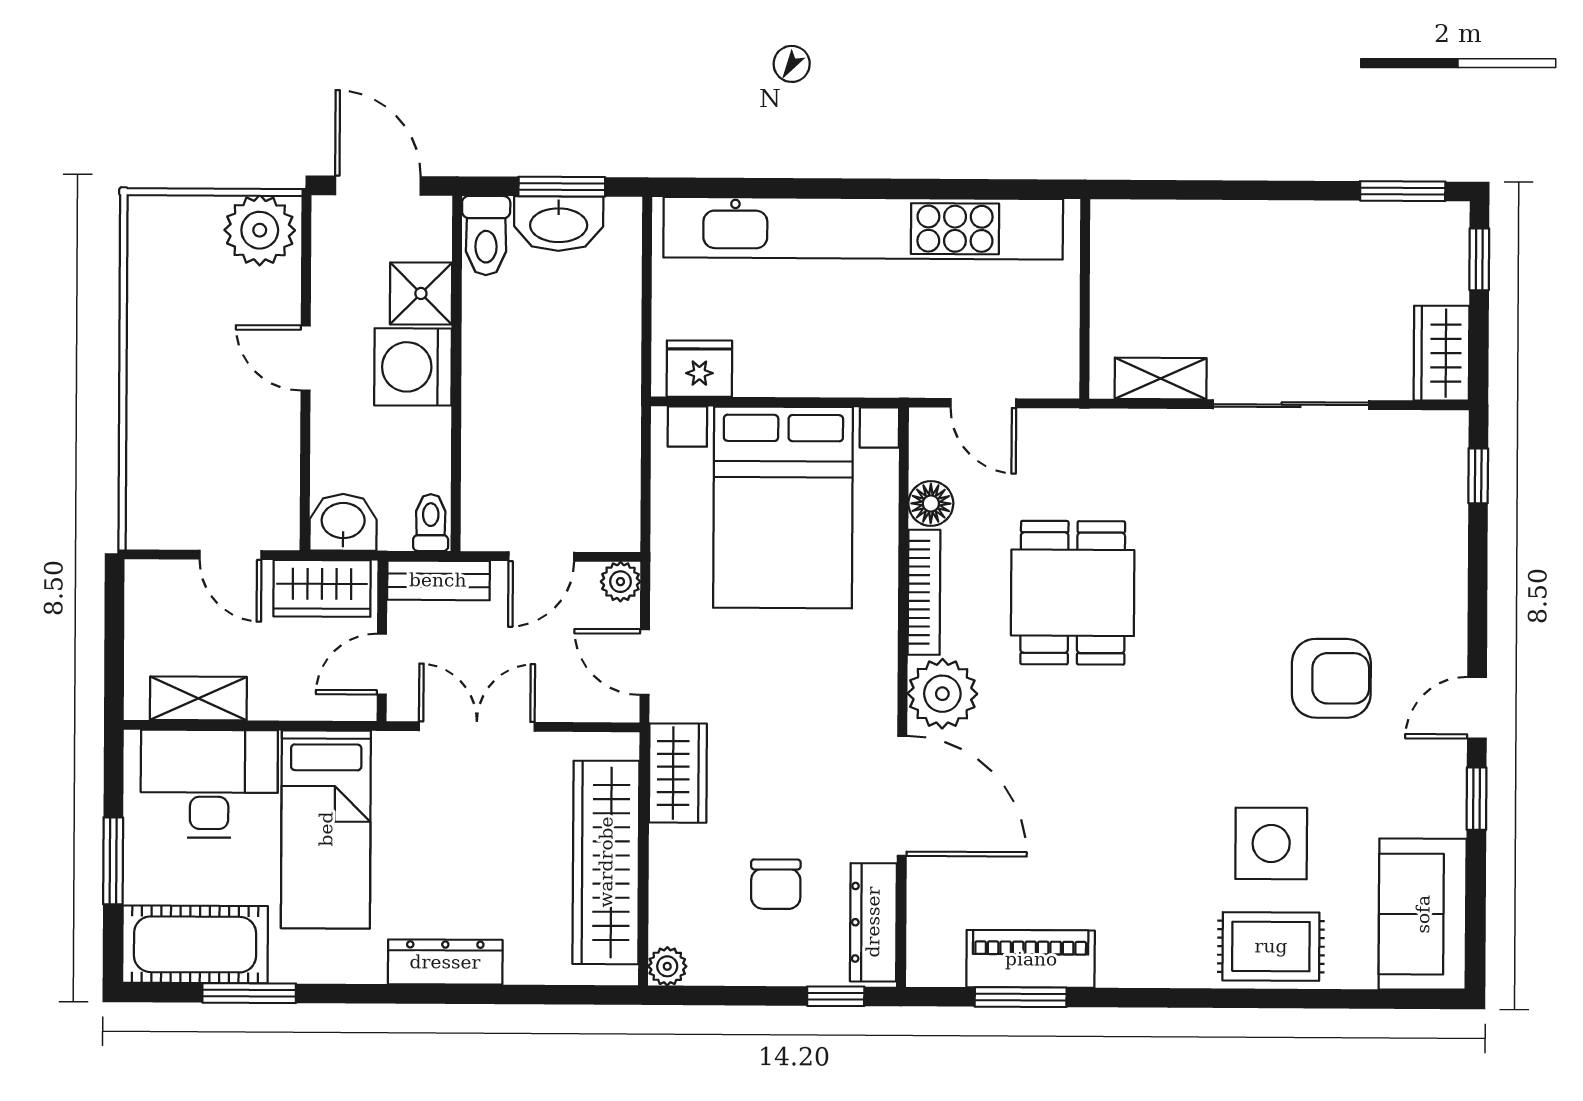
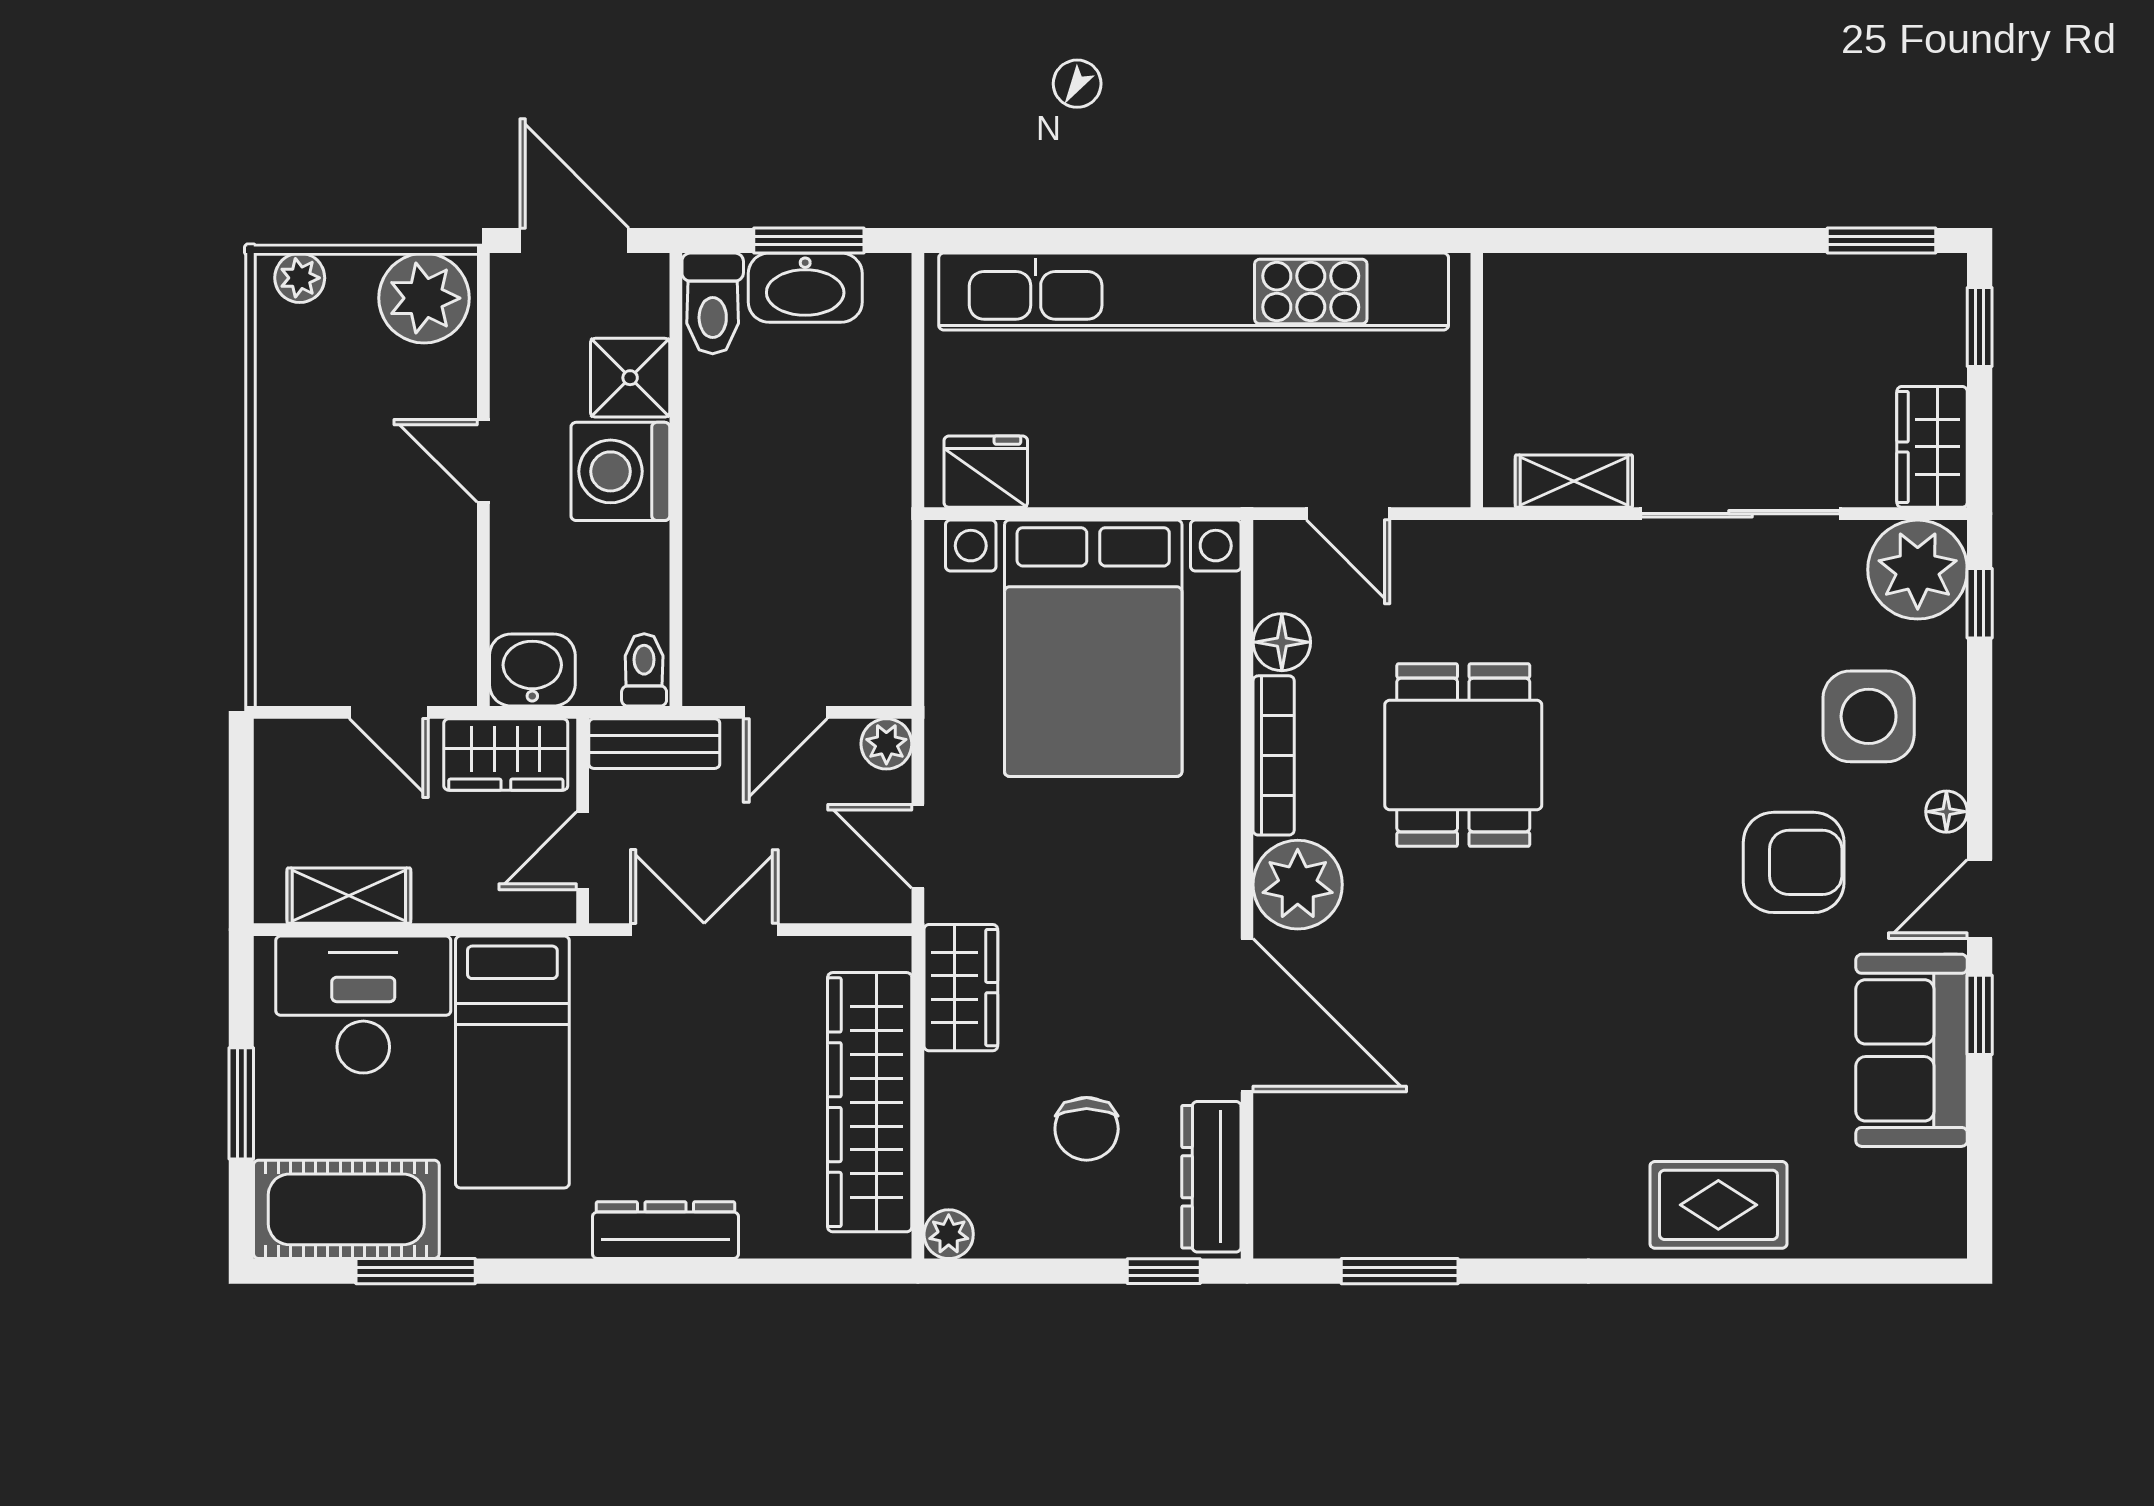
plant: (162, 214) -> (300, 278), added
plant: (1430, 449) -> (1918, 570), added
floor lamp: (1451, 639) -> (1946, 812), added
side table: (1271, 843) -> (1869, 716), moved
sofa: (1423, 914) -> (1912, 1050), moved
piano: (1031, 959) -> (1412, 1222), removed

